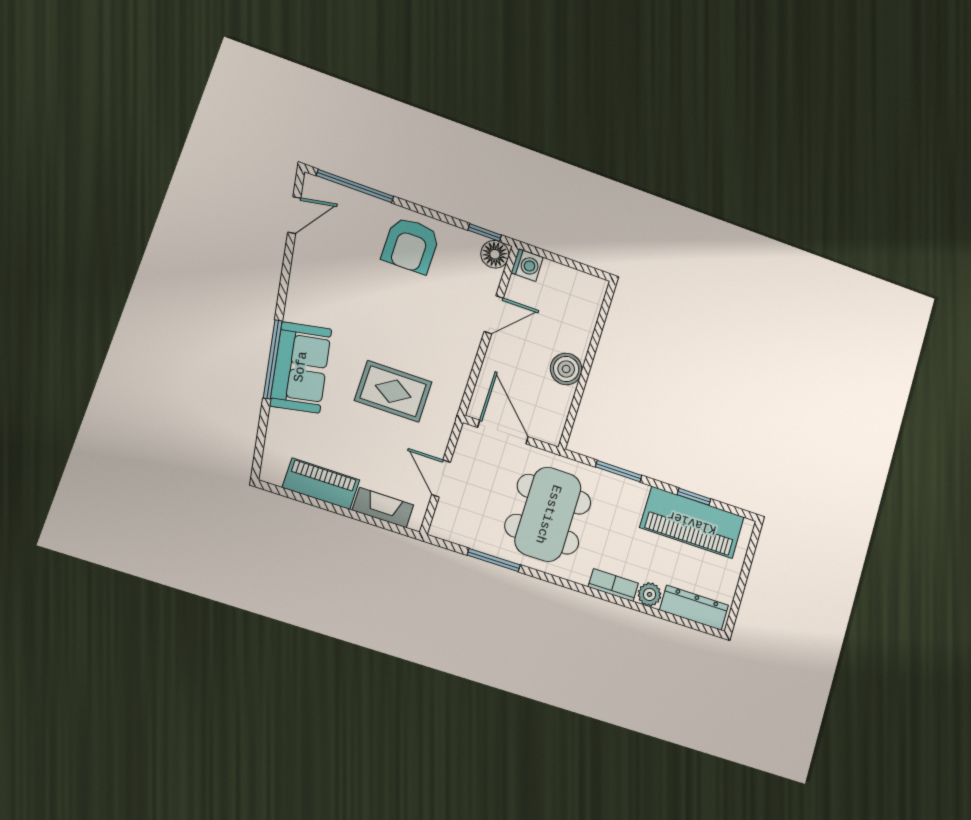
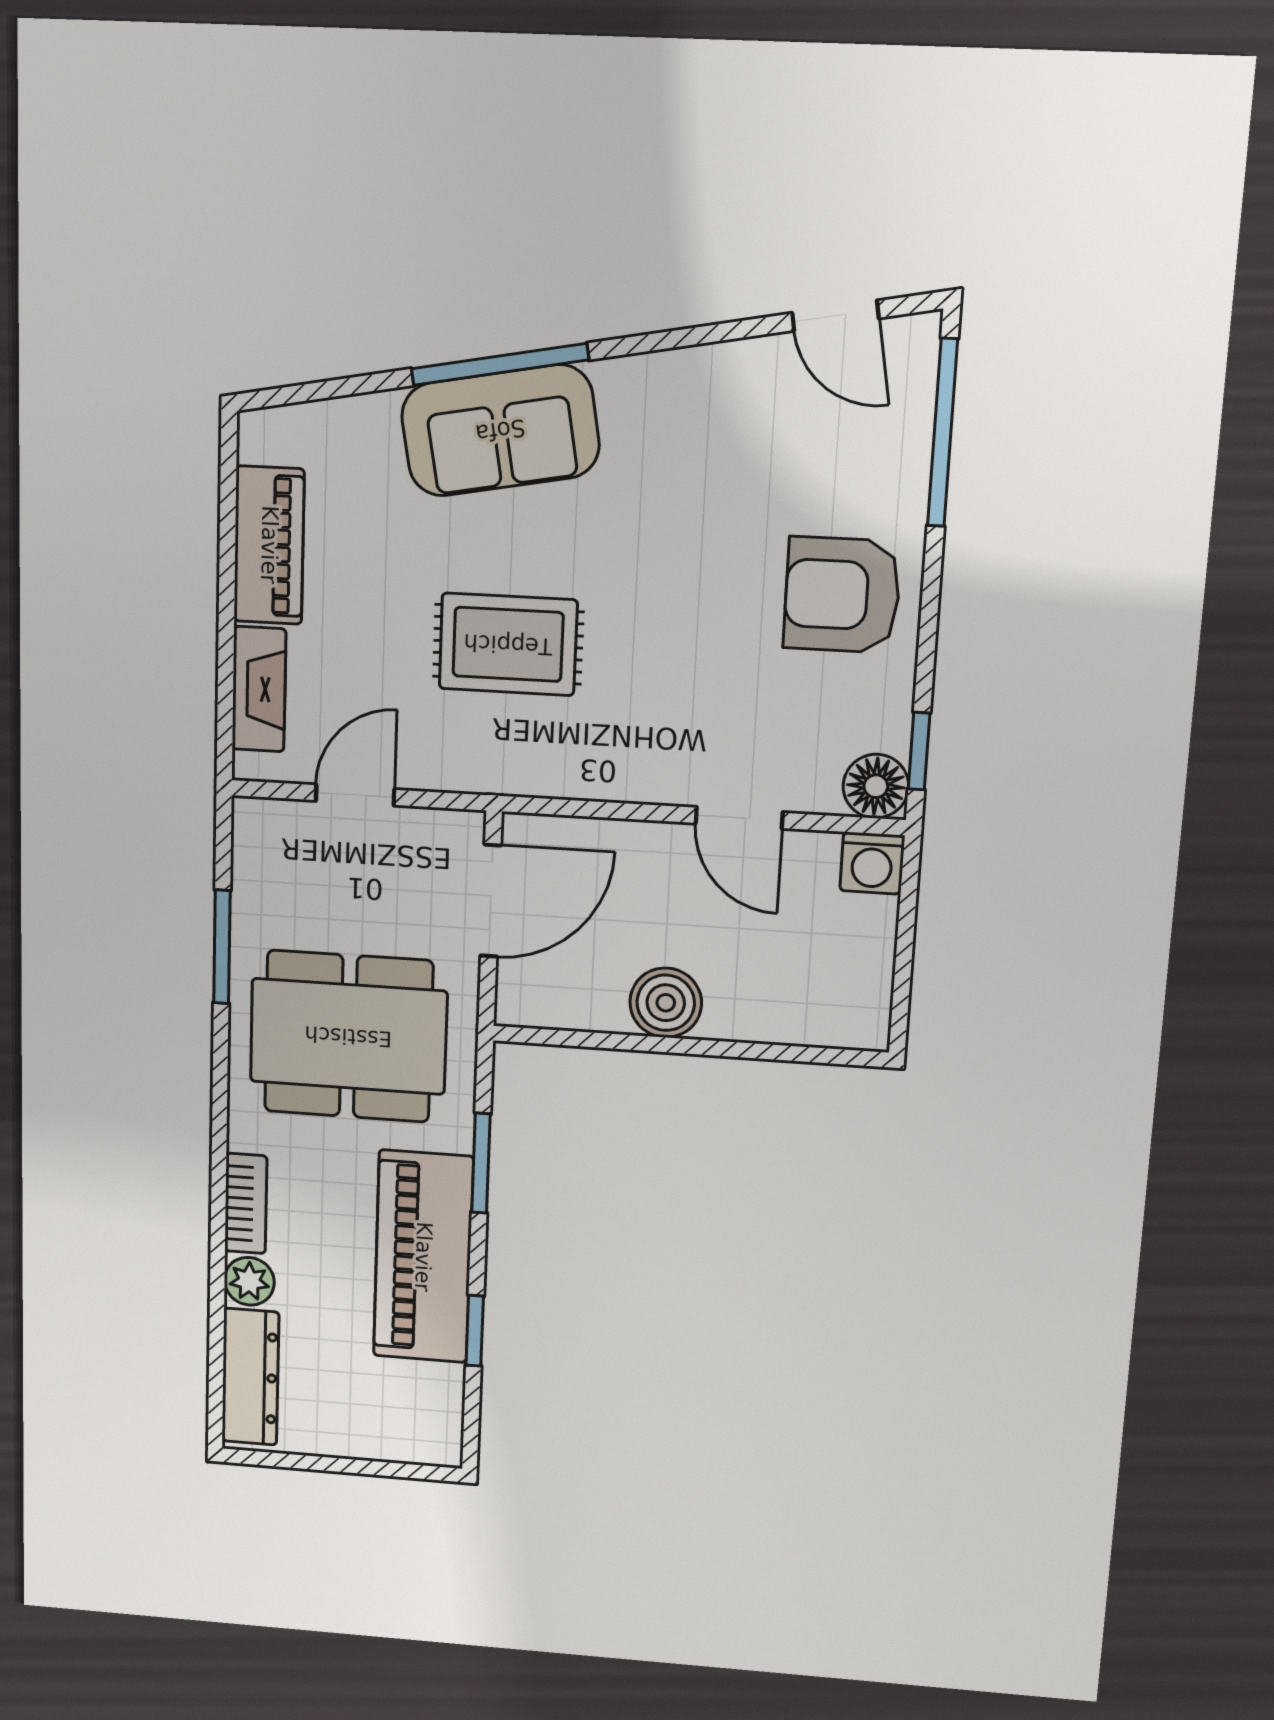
rug: (393, 391) -> (508, 644), turned 90
piano: (692, 522) -> (423, 1257), moved

